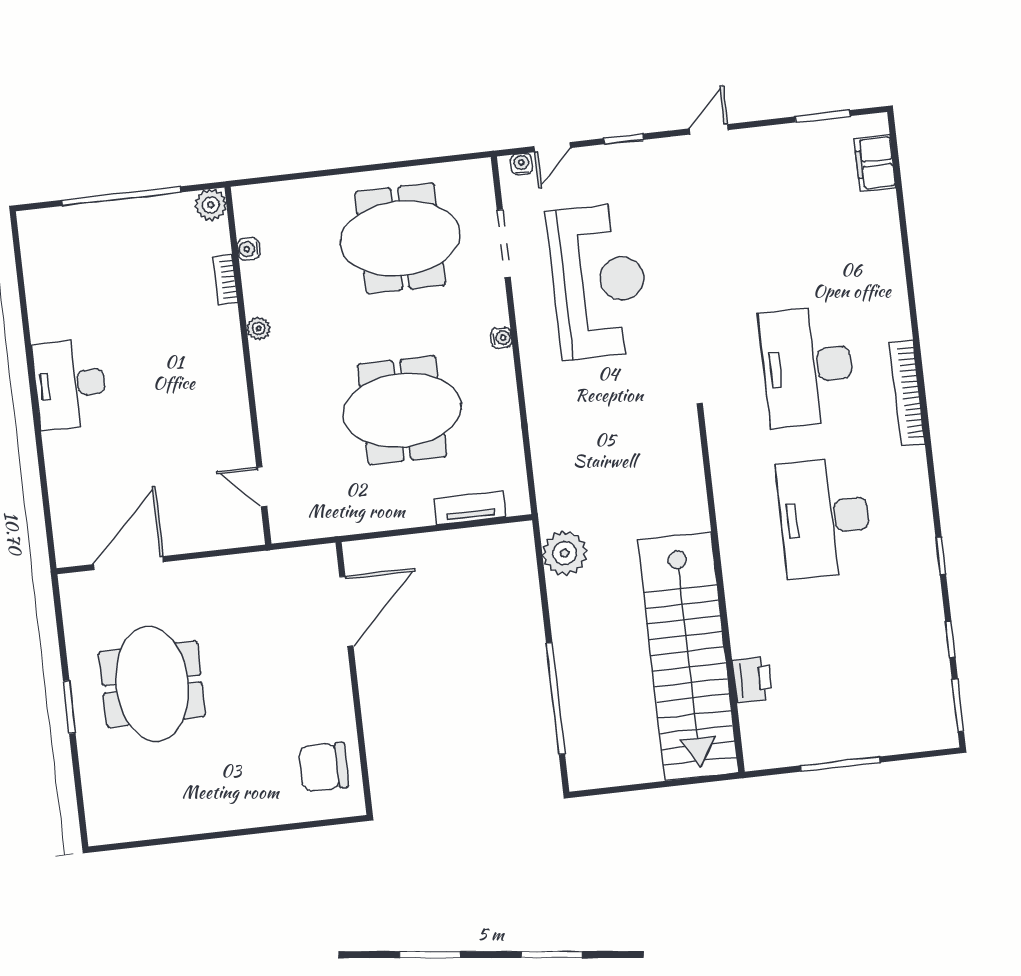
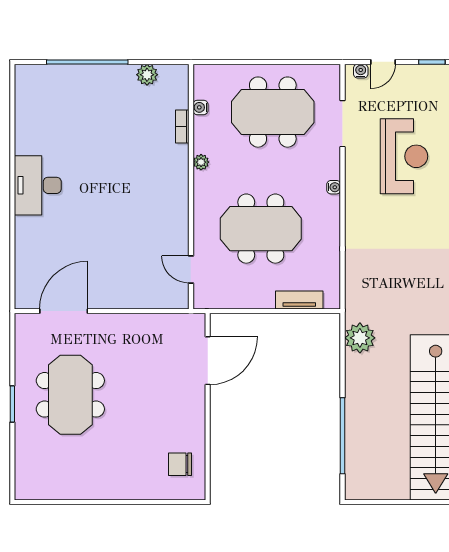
water cooler: (249, 249) -> (200, 107), moved
bookcase: (225, 280) -> (182, 127), moved
reception desk: (599, 281) -> (404, 156), width x0.74, depth x0.77
plant: (259, 328) -> (201, 162), moved
wall: (248, 366) -> (191, 187), moved
door: (262, 487) -> (191, 269), moved
chair: (323, 767) -> (180, 464), width x0.73, depth x0.73

